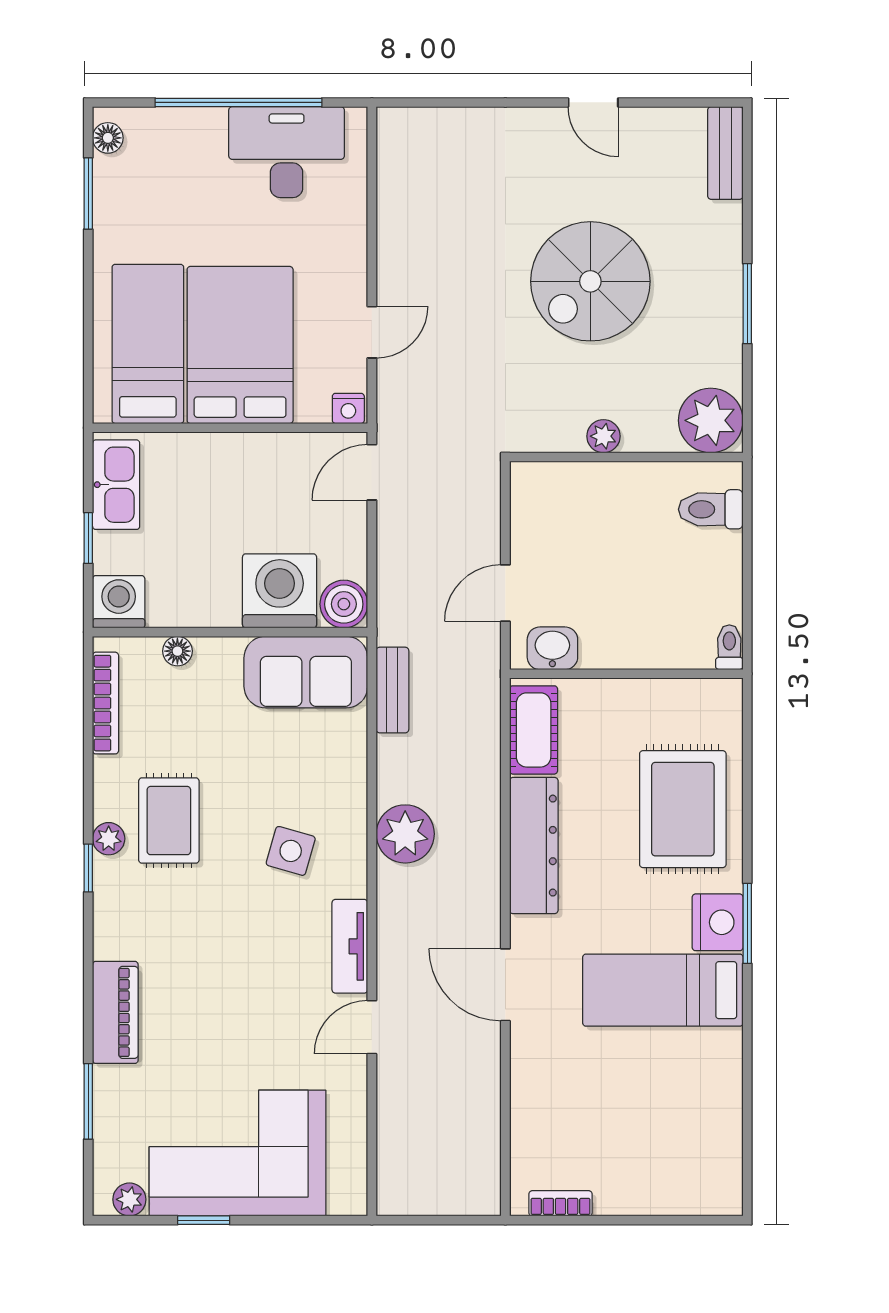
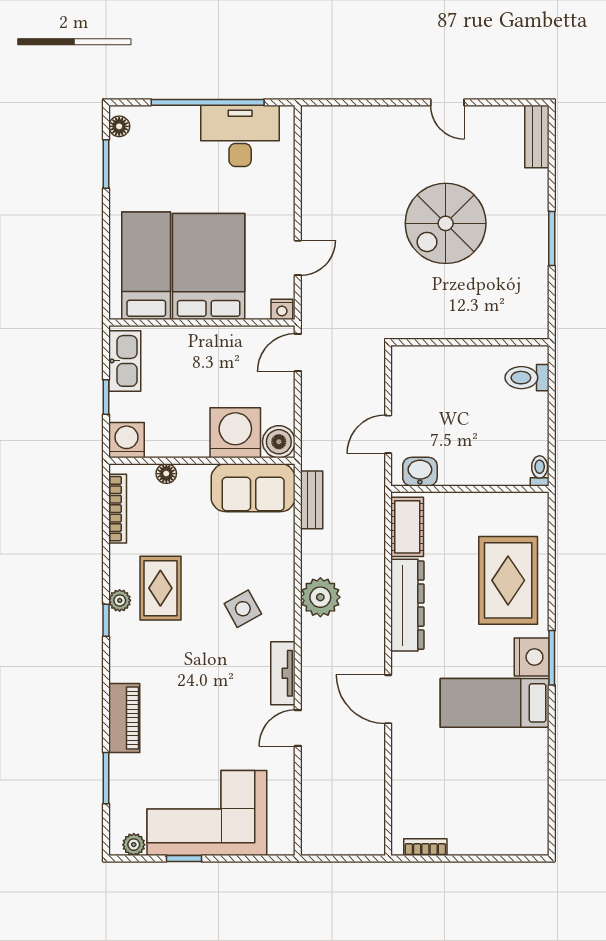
plant: (711, 420) -> (527, 317), removed
plant: (603, 436) -> (454, 328), removed
side table: (291, 851) -> (243, 609), turned 45

